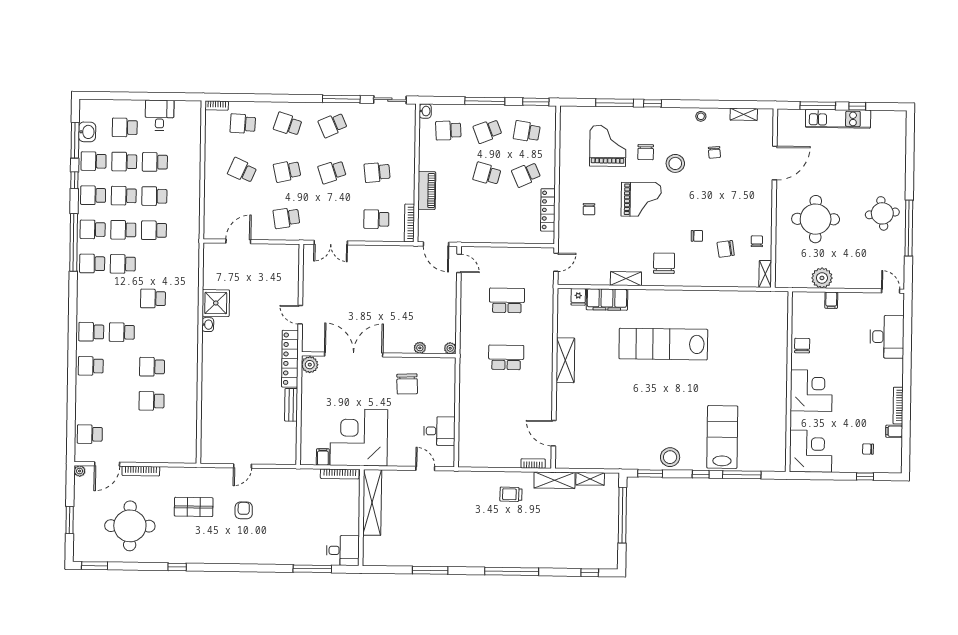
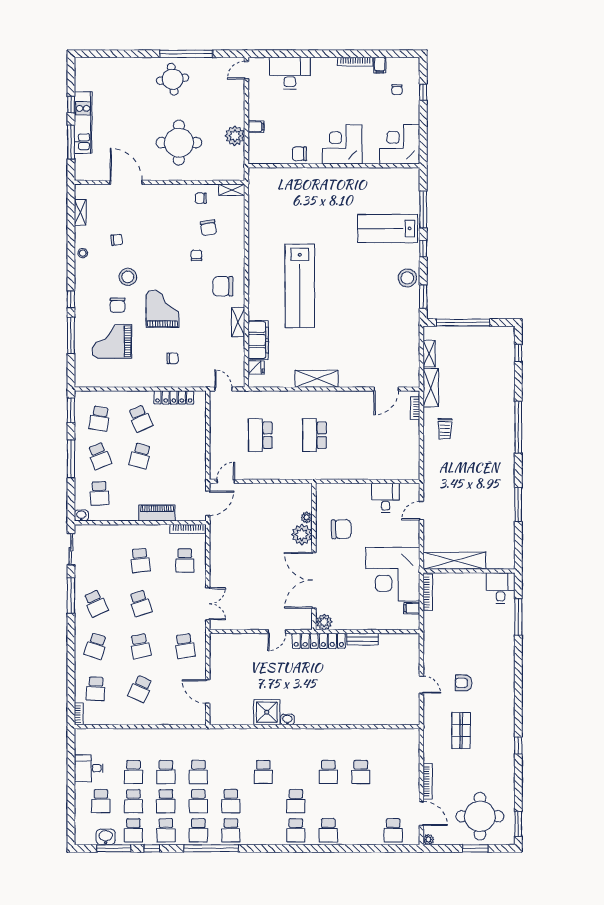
chair: (646, 152) -> (118, 305), turned 90
plant: (450, 348) -> (302, 534), moved, width x1.87, depth x1.87
round table: (130, 526) -> (480, 816), moved

